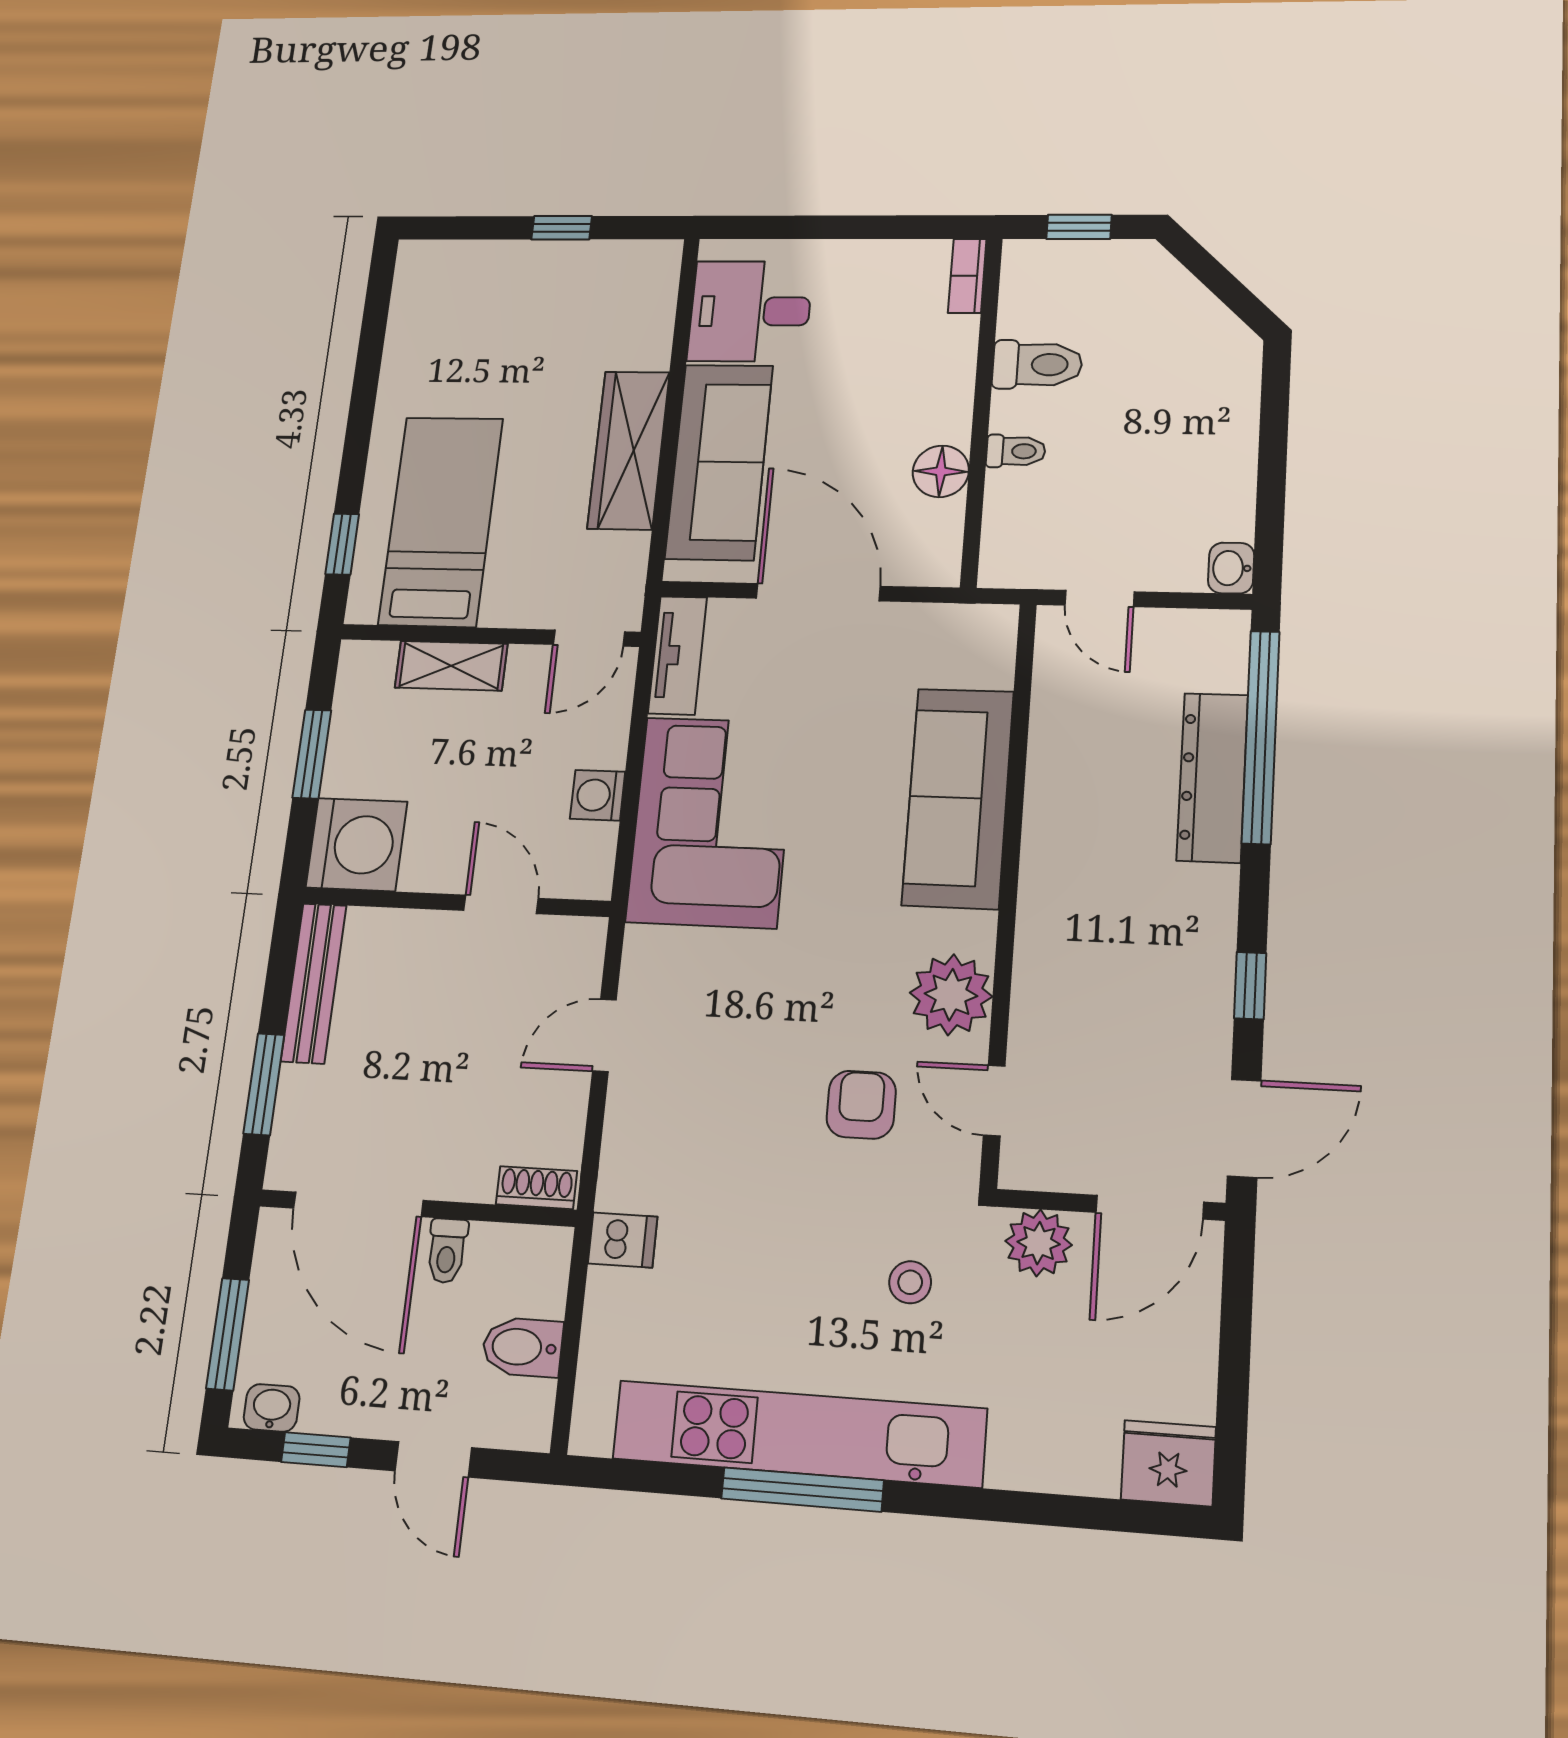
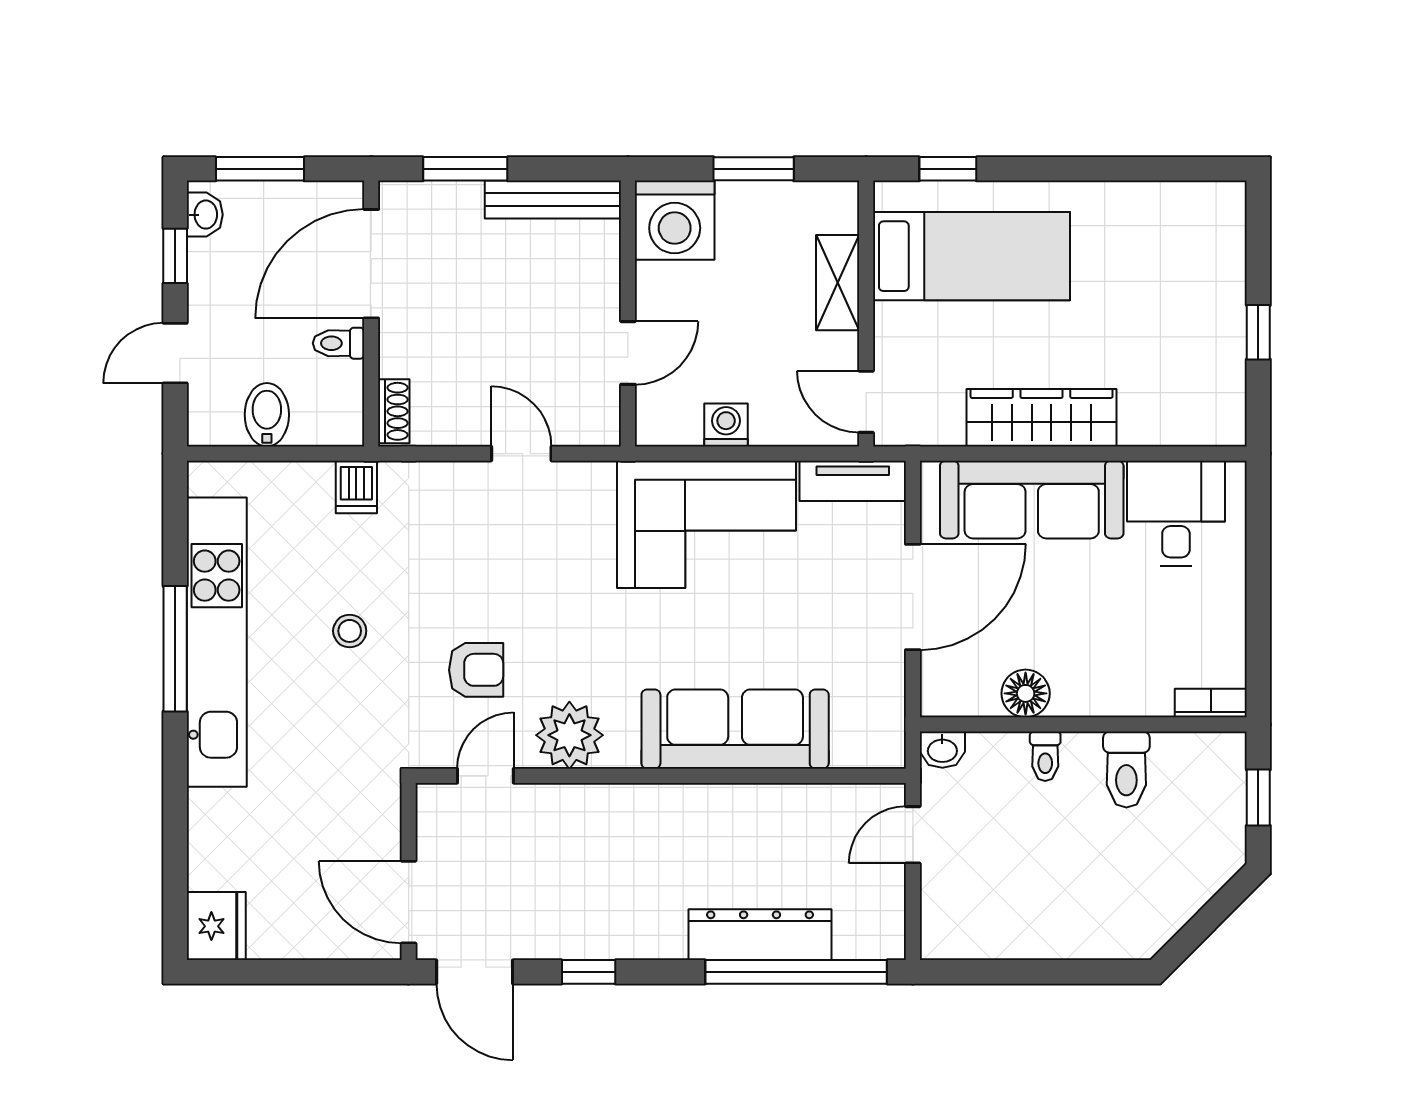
washbasin: (1231, 568) -> (942, 750), moved, turned 180
plant: (1039, 1243) -> (375, 818), removed
stool: (910, 1282) -> (350, 631), moved

